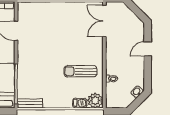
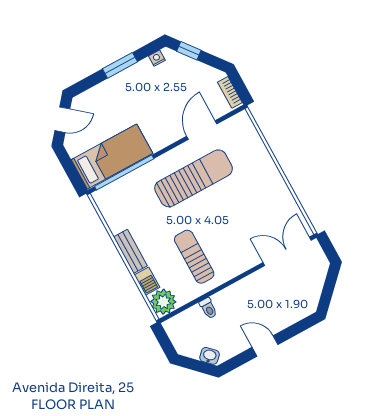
sun lounger: (39, 49) -> (194, 178), added
door: (148, 49) -> (265, 346), moved
bench: (30, 103) -> (130, 251), moved

